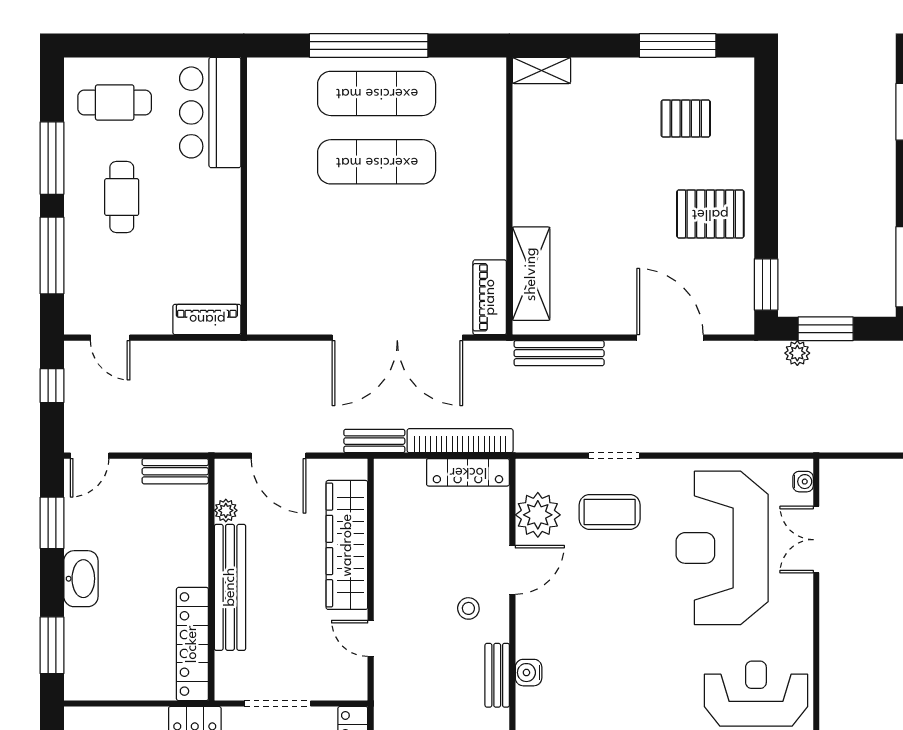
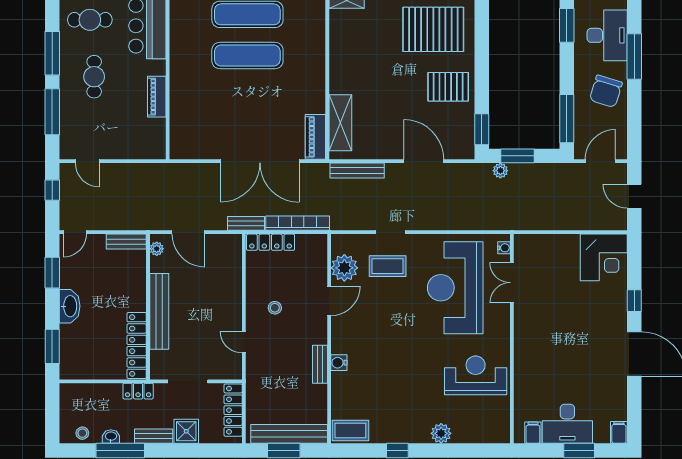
pallet: (686, 118) -> (433, 29), width x2.05, depth x2.00
piano: (207, 319) -> (157, 97), moved, turned -90
locker: (468, 472) -> (271, 242), moved
plant: (226, 510) -> (157, 249), moved
wardrobe: (347, 545) -> (230, 286), removed
stool: (468, 608) -> (275, 308), moved

